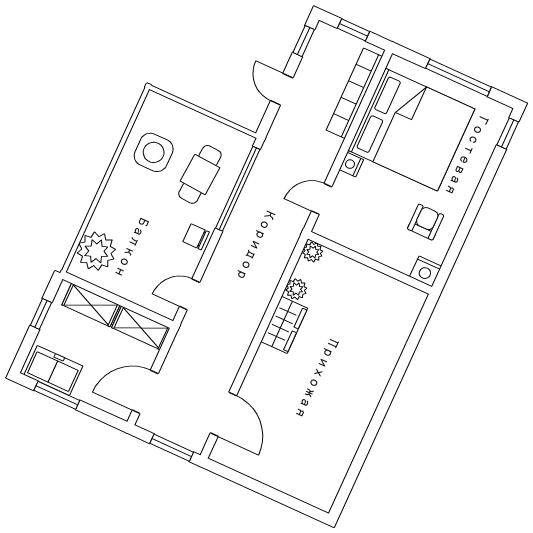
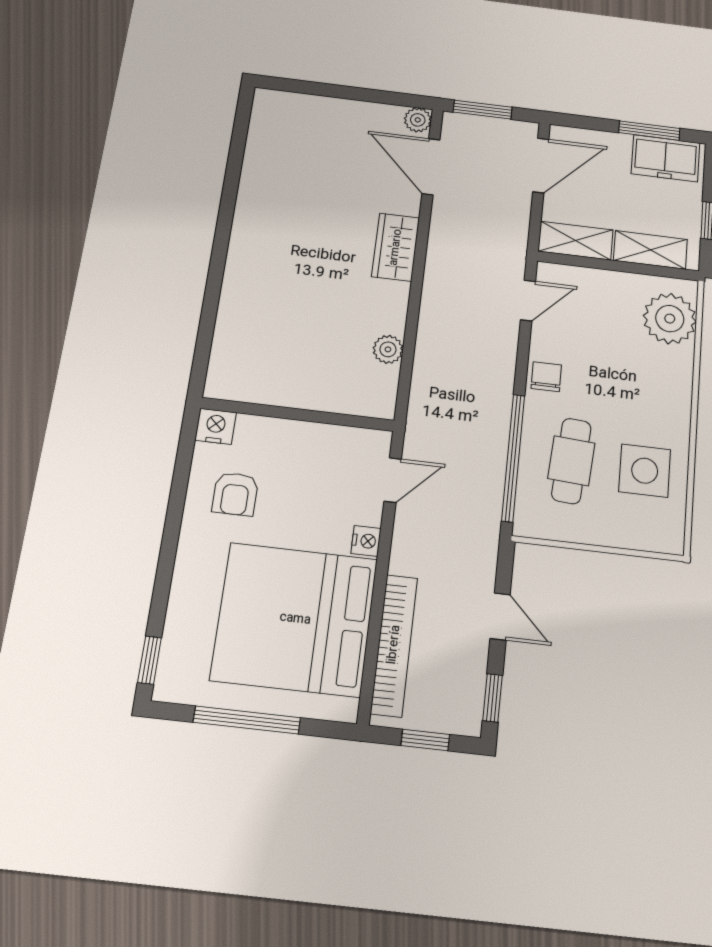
chair: (196, 237) -> (546, 377), turned -90
plant: (313, 252) -> (418, 120), moved
wardrobe: (284, 325) -> (396, 247), moved

